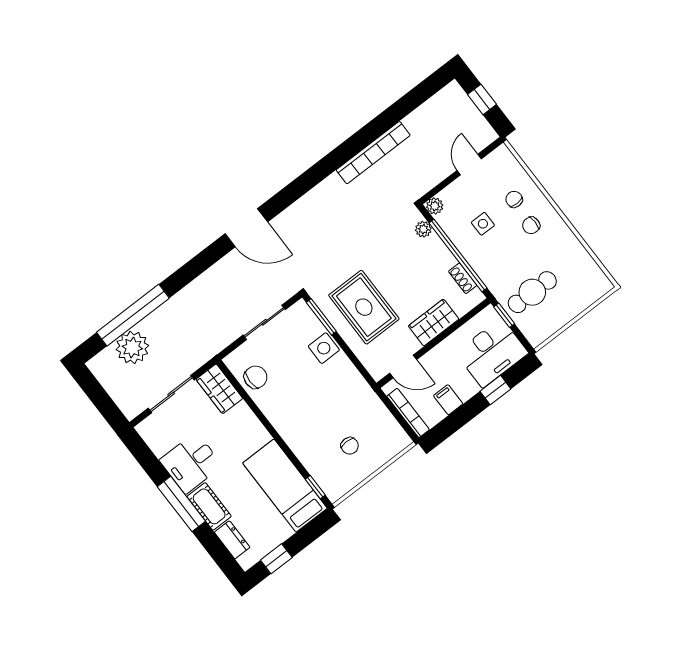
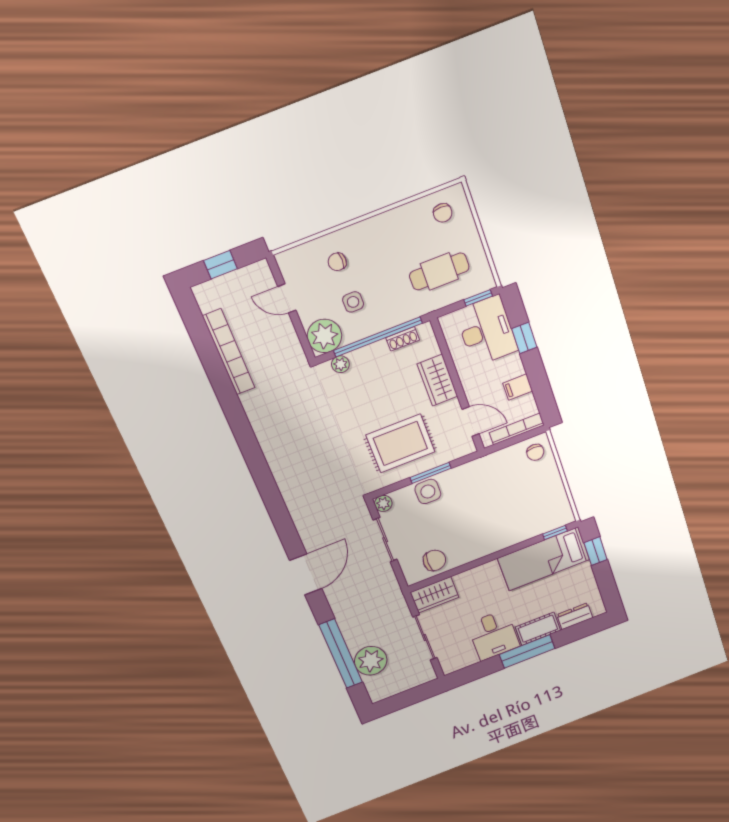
bookcase: (373, 153) -> (229, 352), moved
plant: (435, 206) -> (324, 336), width x1.87, depth x1.87
chair: (531, 225) -> (443, 213), moved
door: (246, 228) -> (306, 574), moved
cafe table: (532, 292) -> (439, 271), turned 90
plant: (301, 309) -> (383, 503), added
window: (504, 315) -> (478, 298), moved
window: (321, 317) -> (431, 473), moved
door: (403, 366) -> (471, 422), hinge flipped
chair: (256, 377) -> (434, 560), turned 90
chair: (350, 446) -> (535, 452), moved, turned 90
window: (276, 559) -> (596, 551), moved

